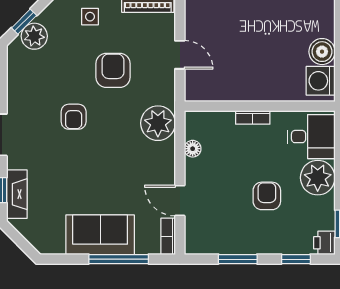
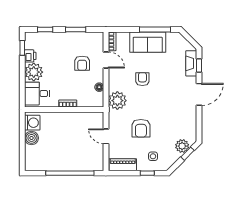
armchair: (74, 117) -> (142, 79), moved
armchair: (267, 196) -> (82, 63), moved
printer: (324, 243) -> (30, 56), moved
window: (119, 259) -> (155, 29), moved

